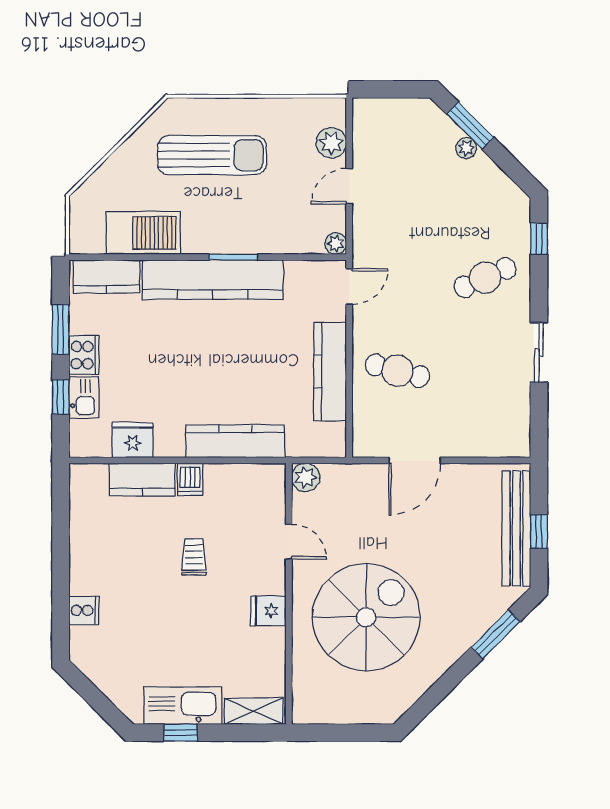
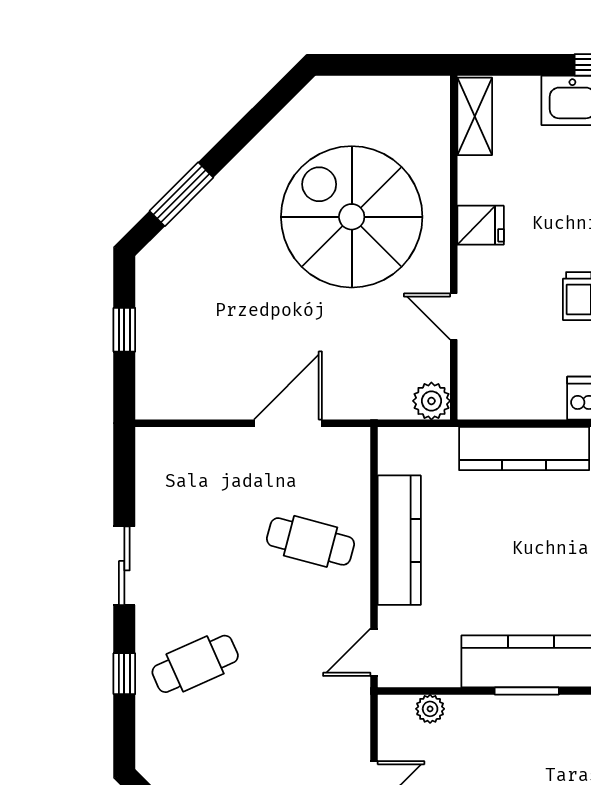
window: (539, 239) -> (124, 674), moved
plant: (336, 244) -> (430, 709), moved
bench: (516, 528) -> (154, 334), removed
spiral stairs: (366, 617) -> (352, 217), turned 90
shelving: (254, 711) -> (475, 116), moved, turned 90

